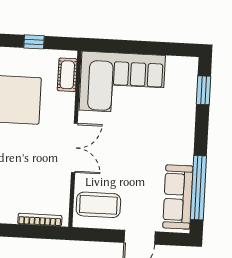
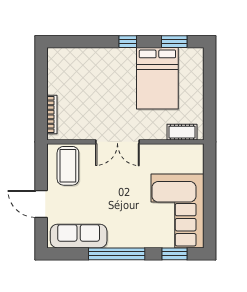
window: (34, 42) -> (210, 101), removed
corner sofa: (122, 83) -> (177, 211), moved
window: (198, 188) -> (117, 254), moved

